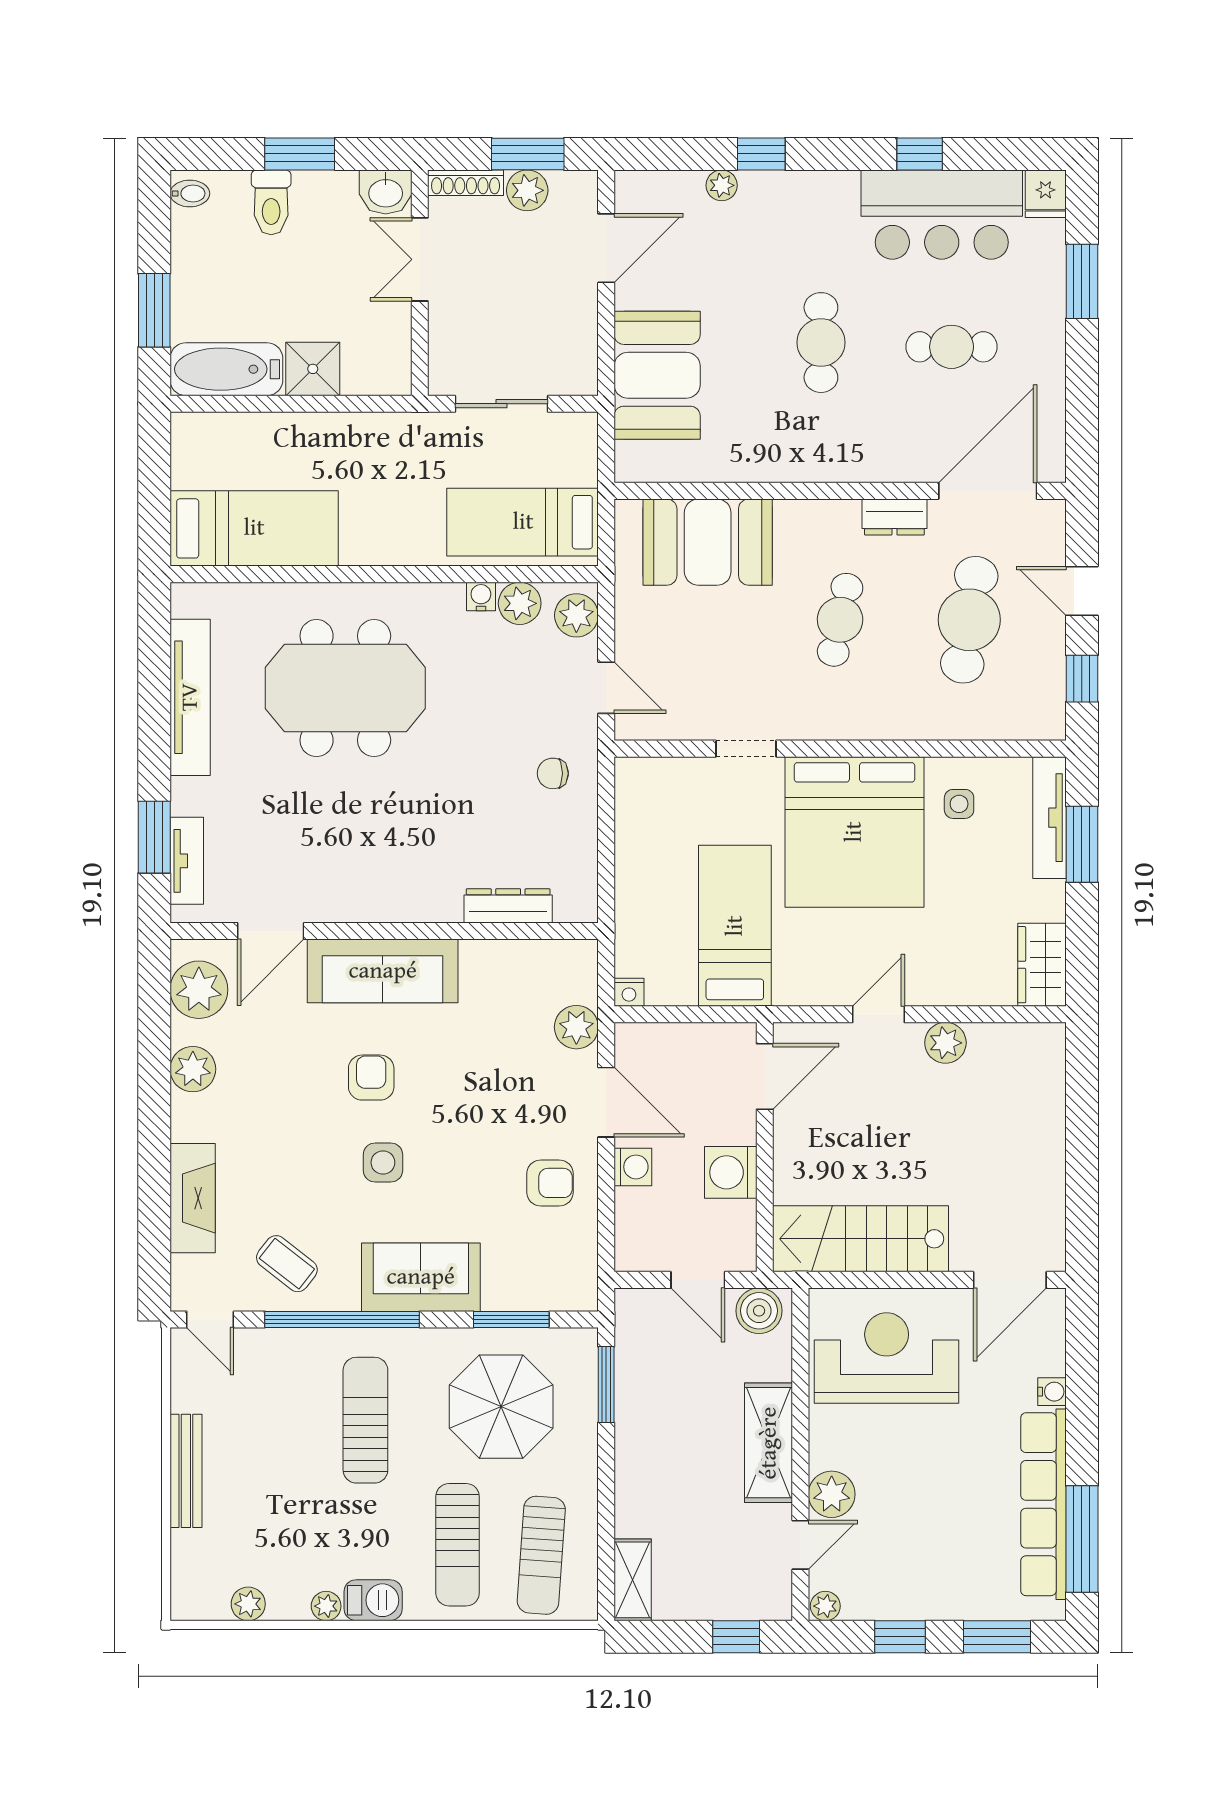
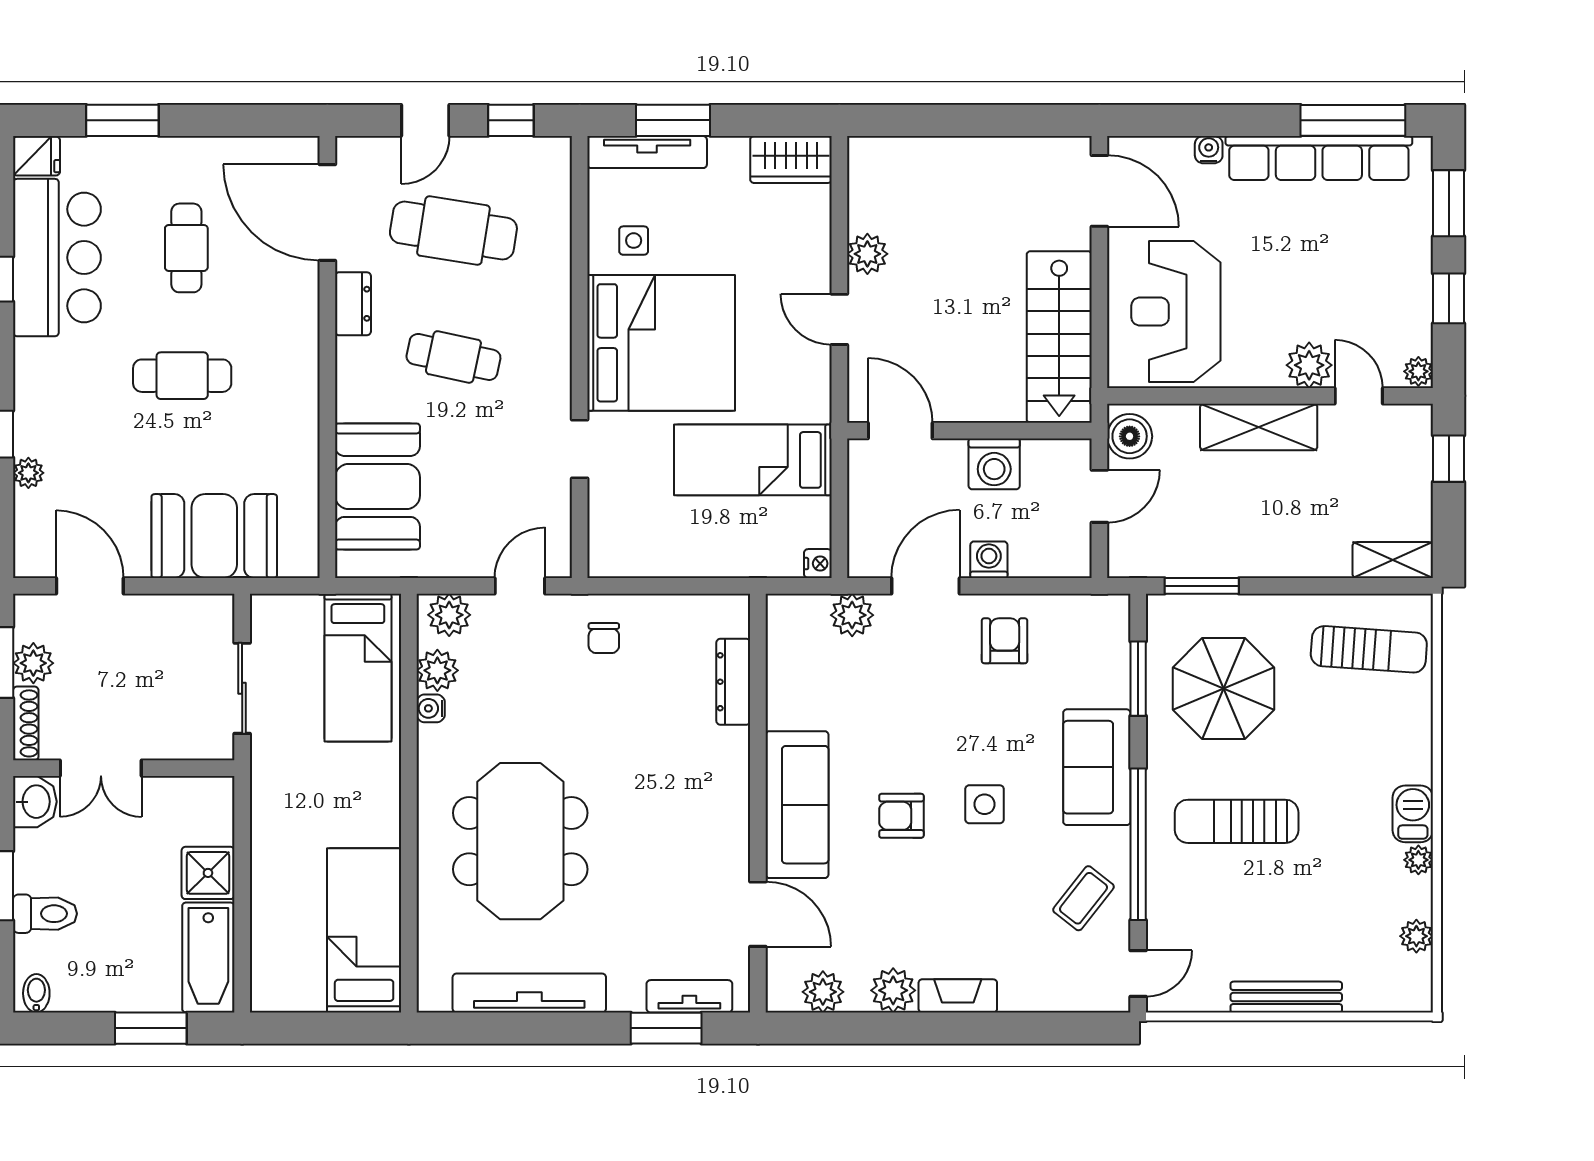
plant: (199, 990) -> (823, 992), width x0.73, depth x0.73
fireplace: (193, 1198) -> (958, 996), moved, width x0.73, depth x0.76
sun lounger: (458, 1545) -> (1359, 731), removed

